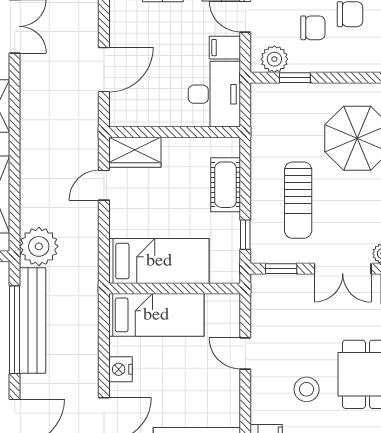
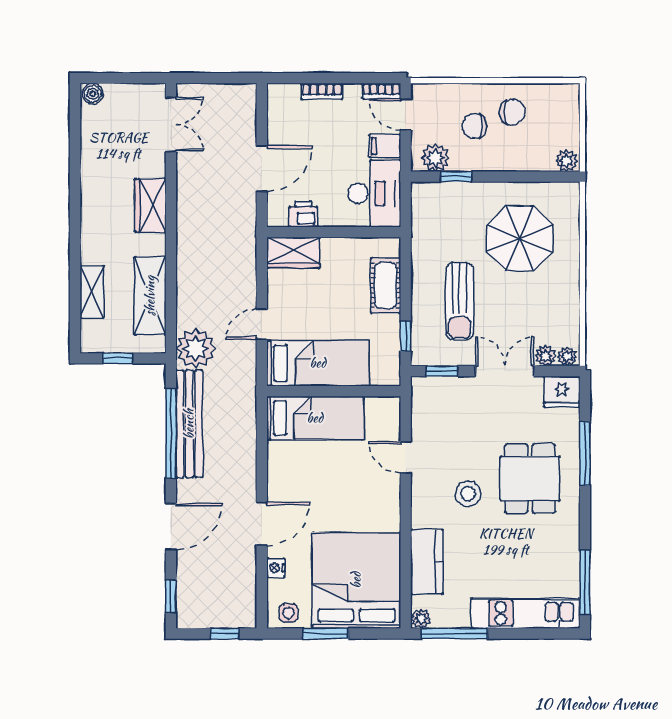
chair: (313, 28) -> (474, 126), turned 180
printer: (145, 115) -> (303, 214), added
door: (104, 185) -> (262, 324), moved
double door: (343, 269) -> (505, 371), swing flipped
nightstand: (120, 369) -> (279, 473), removed

